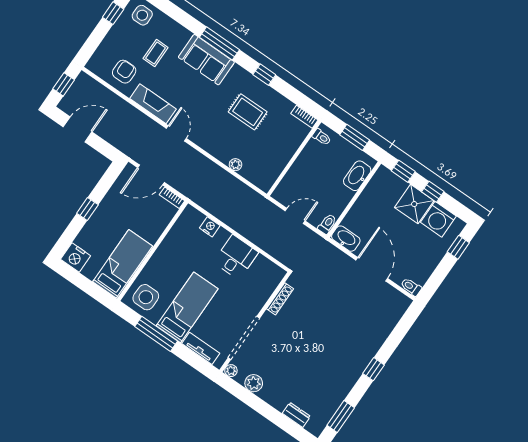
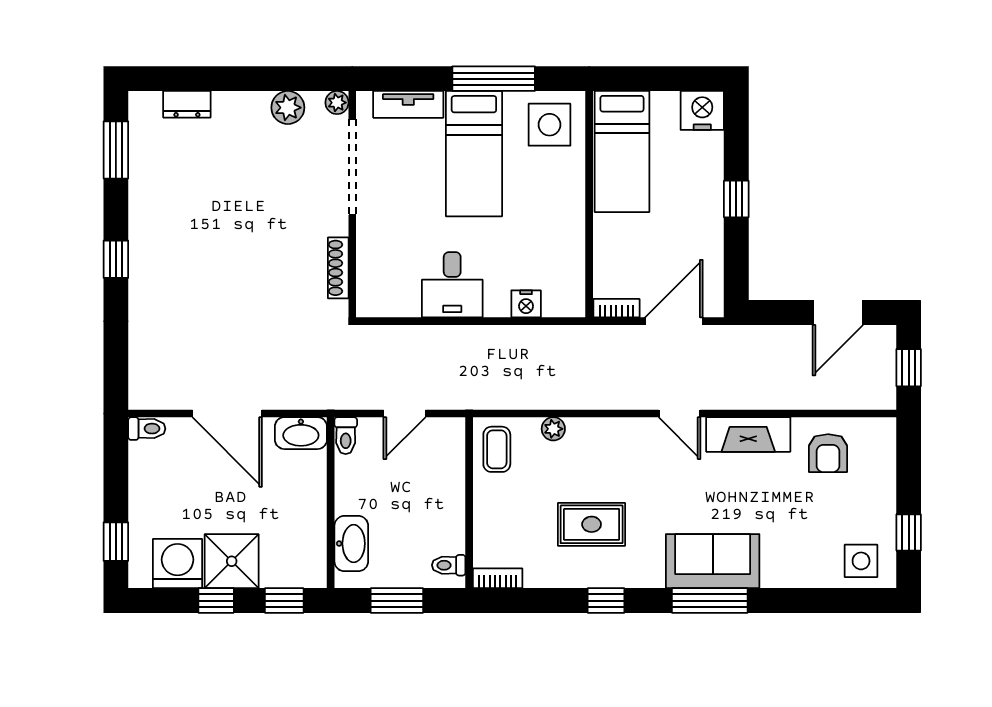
coffee table: (156, 53) -> (497, 449), moved

